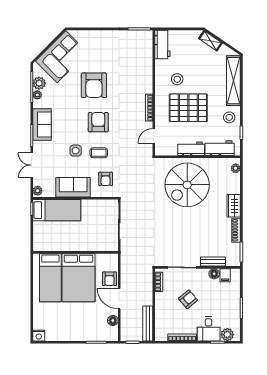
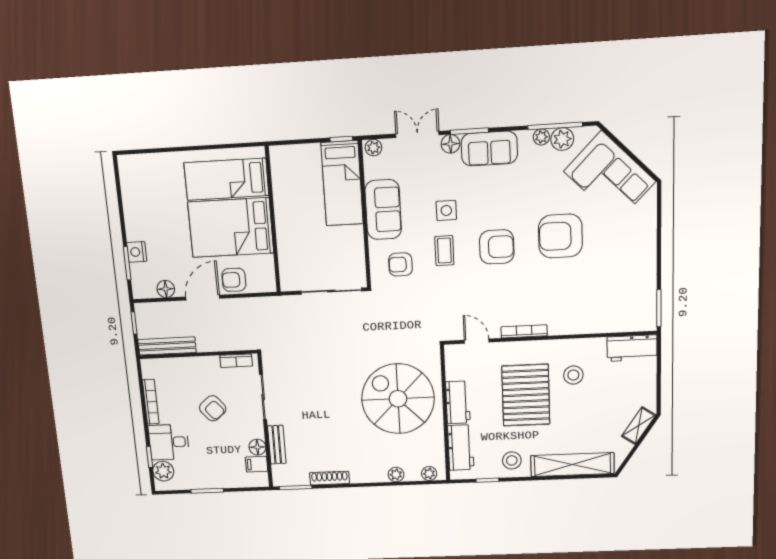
floor lamp: (38, 146) -> (450, 144), added
plant: (235, 189) -> (396, 475), added
wardrobe: (234, 206) -> (368, 473), removed
nightstand: (39, 336) -> (137, 252), moved

